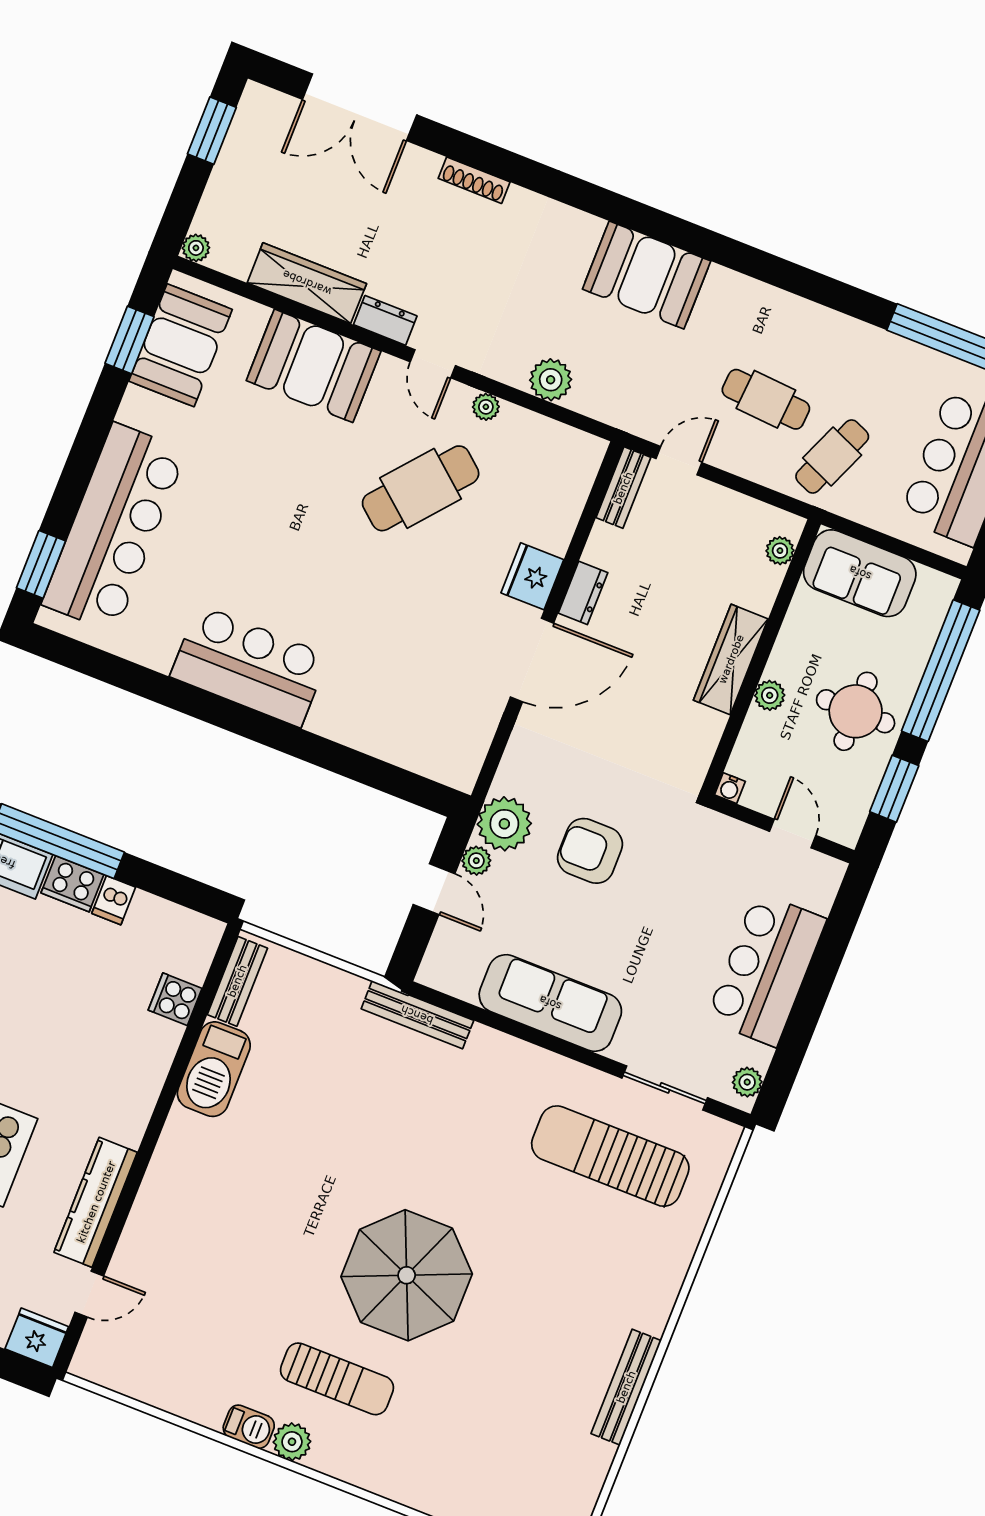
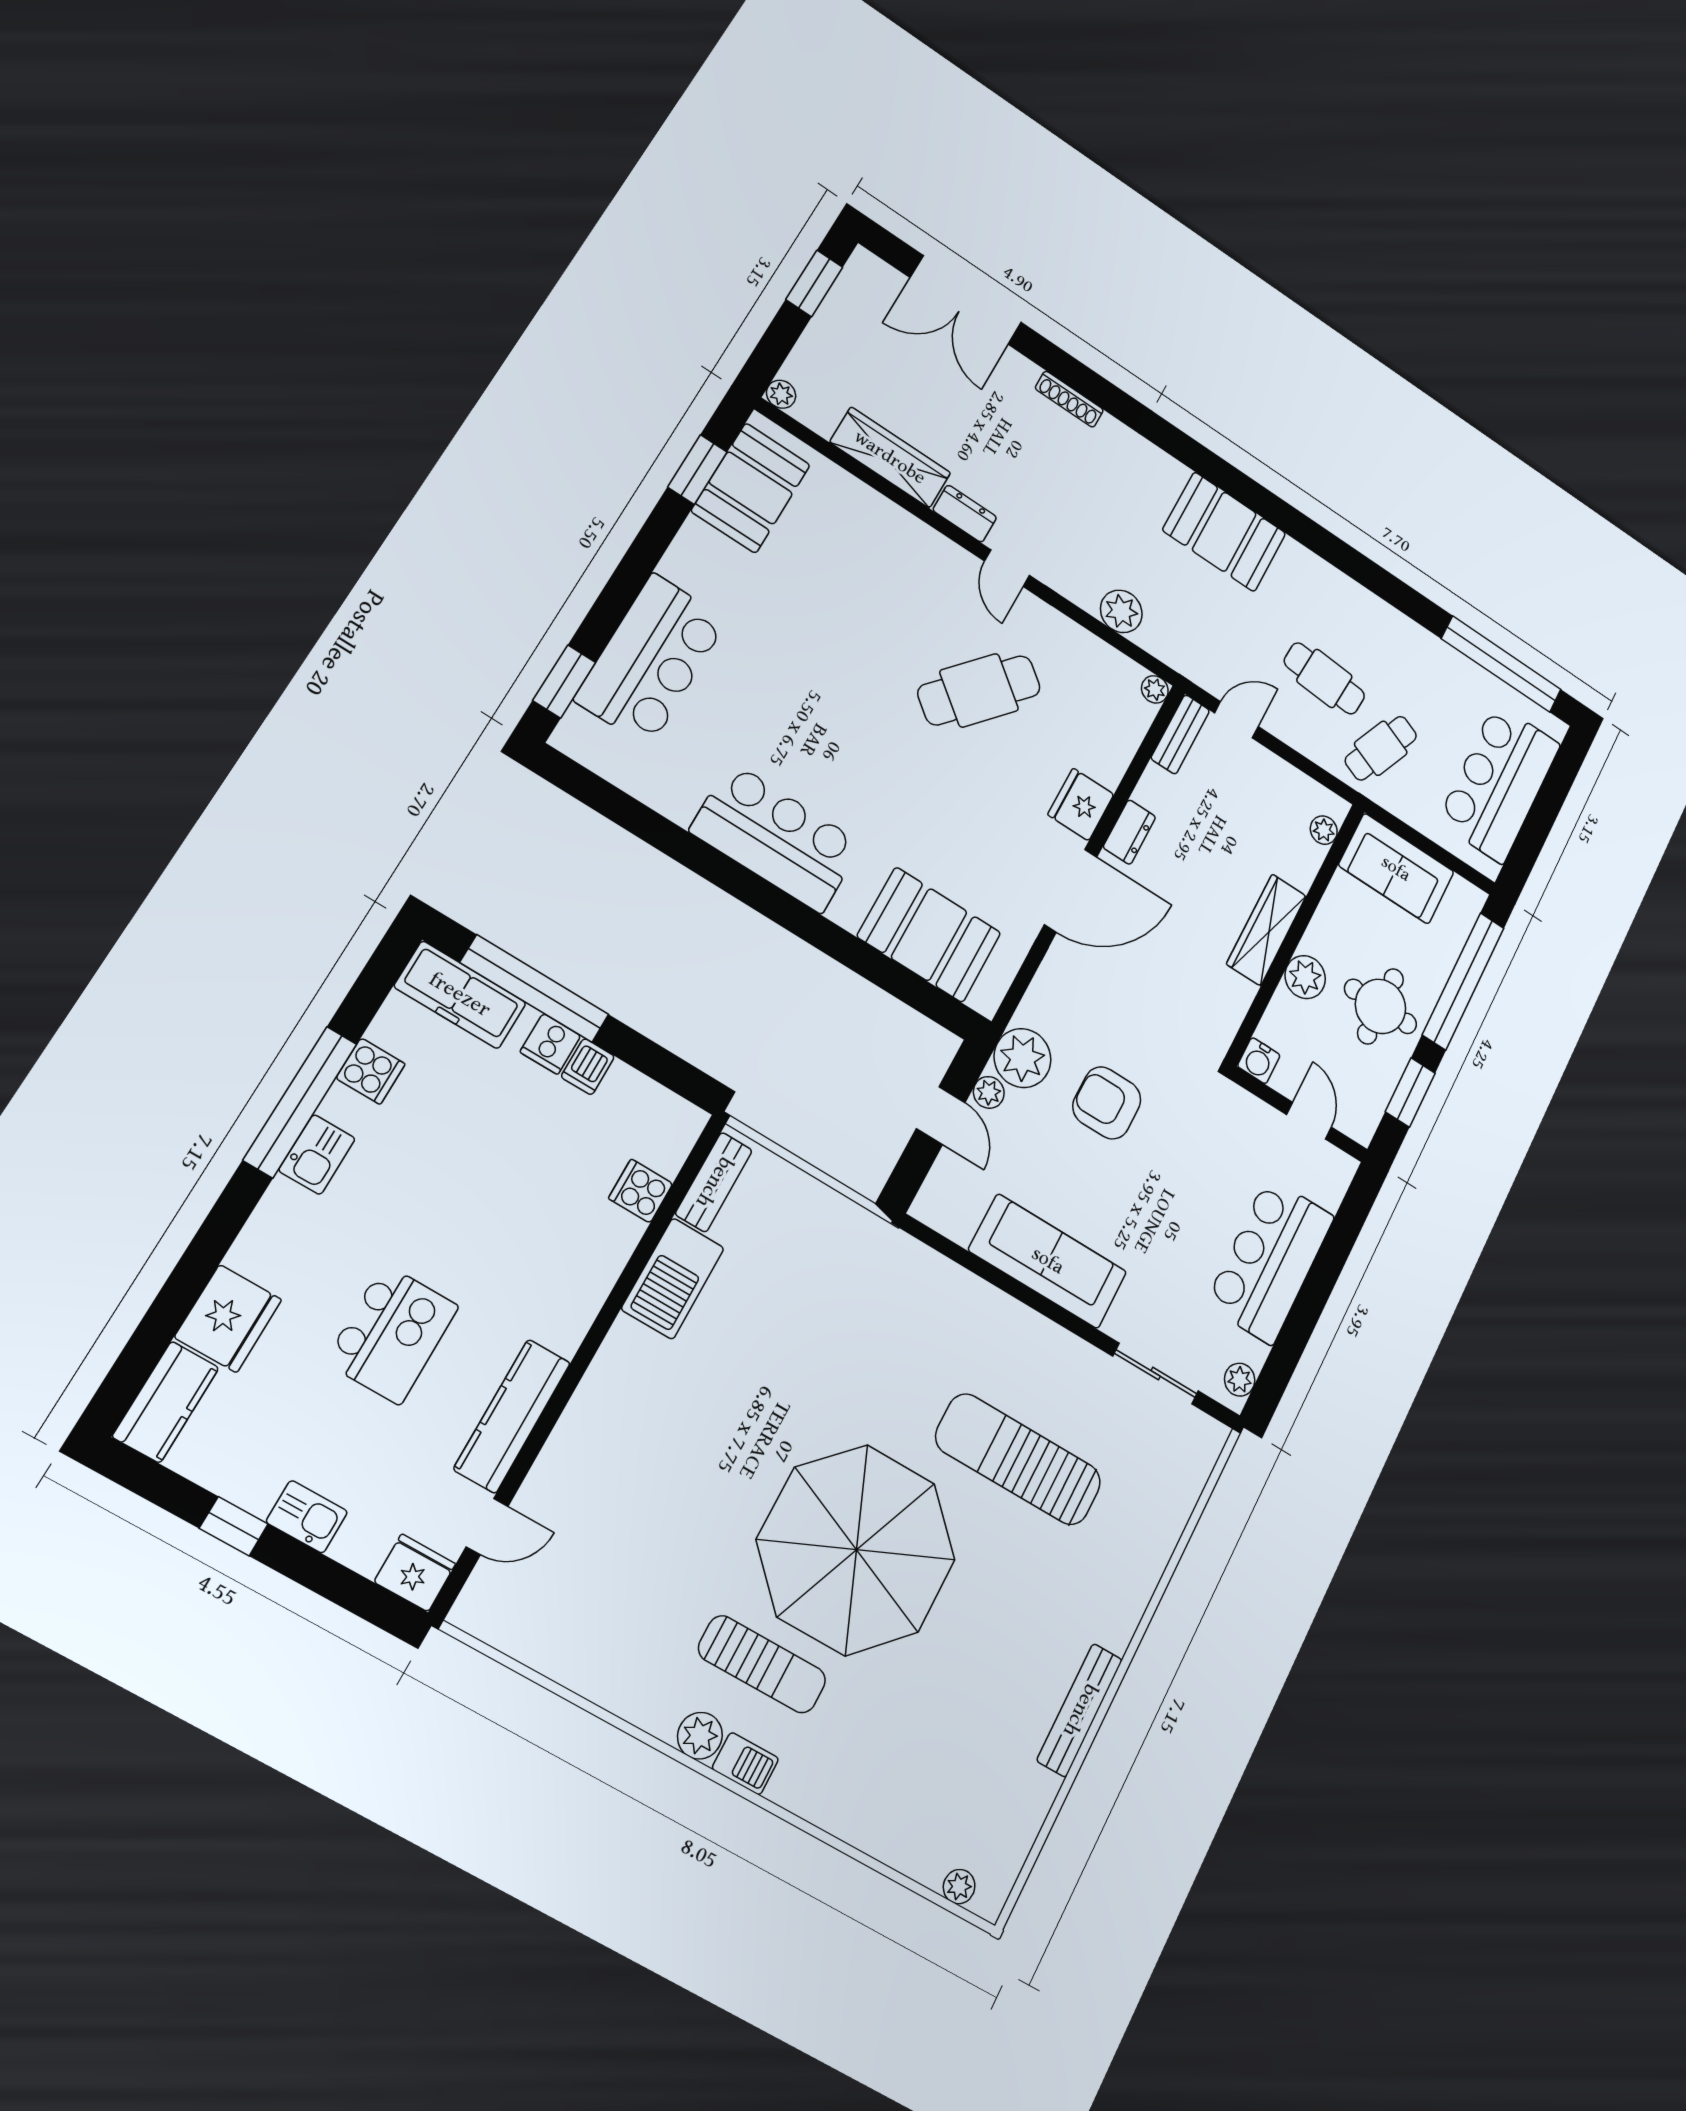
booth: (314, 366) -> (929, 935), moved
plant: (486, 407) -> (1155, 689), moved
bar counter: (114, 527) -> (651, 660), width x0.73
plant: (770, 695) -> (1305, 977), width x1.38, depth x1.38
water cooler: (730, 788) -> (1259, 1061), width x1.38, depth x1.38
cooker: (72, 884) -> (550, 1044), width x0.73
bench: (417, 1015) -> (906, 1252), removed
sun lounger: (610, 1156) -> (1018, 1459), moved
parasol: (407, 1275) -> (856, 1550), width x1.36, depth x1.36
barbecue: (249, 1427) -> (745, 1764), moved

